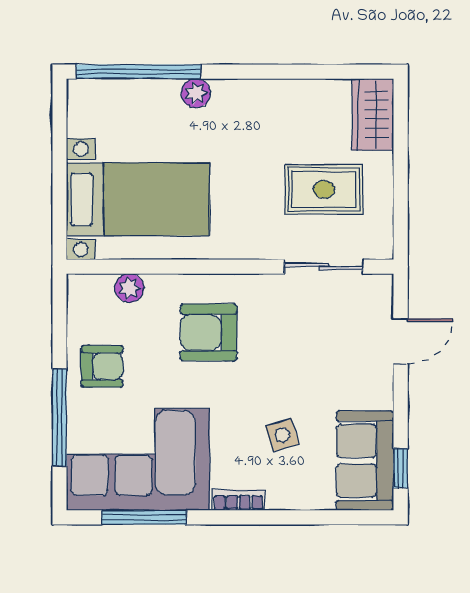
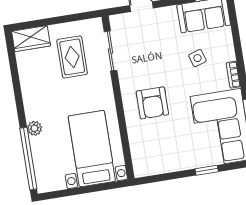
plant: (129, 288) -> (137, 146), removed
armchair: (102, 366) -> (178, 153), removed
window: (59, 418) -> (207, 170), width x0.46

